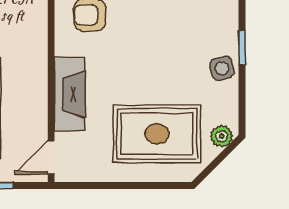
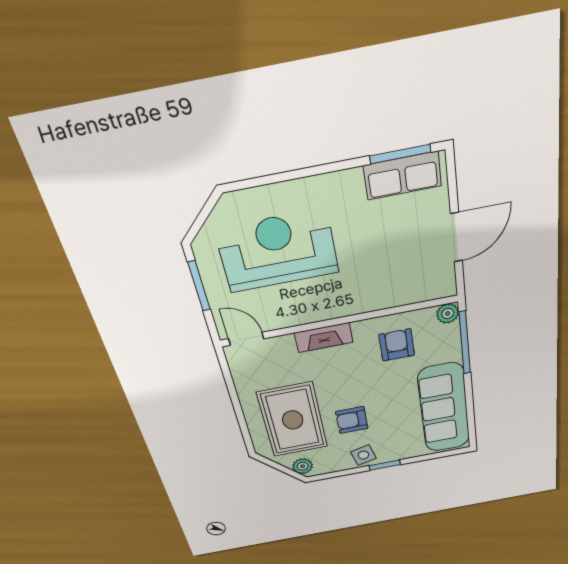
armchair: (171, 73) -> (352, 420), added
fireplace: (70, 94) -> (324, 338), width x0.73, depth x0.76

